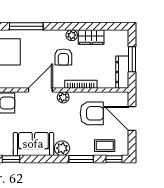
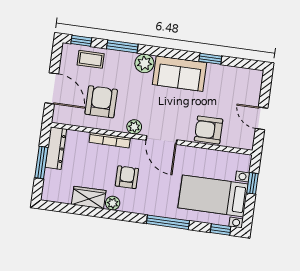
door: (40, 90) -> (161, 140), hinge flipped
armchair: (92, 113) -> (101, 102), turned 90

